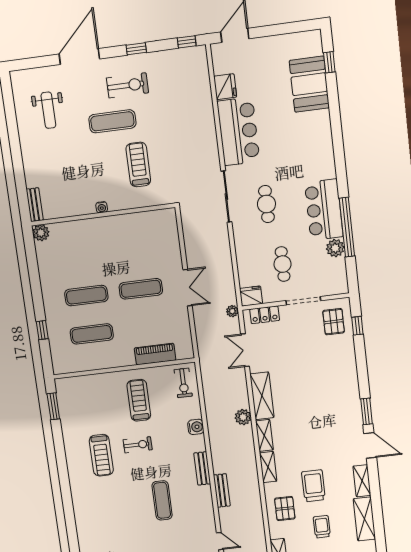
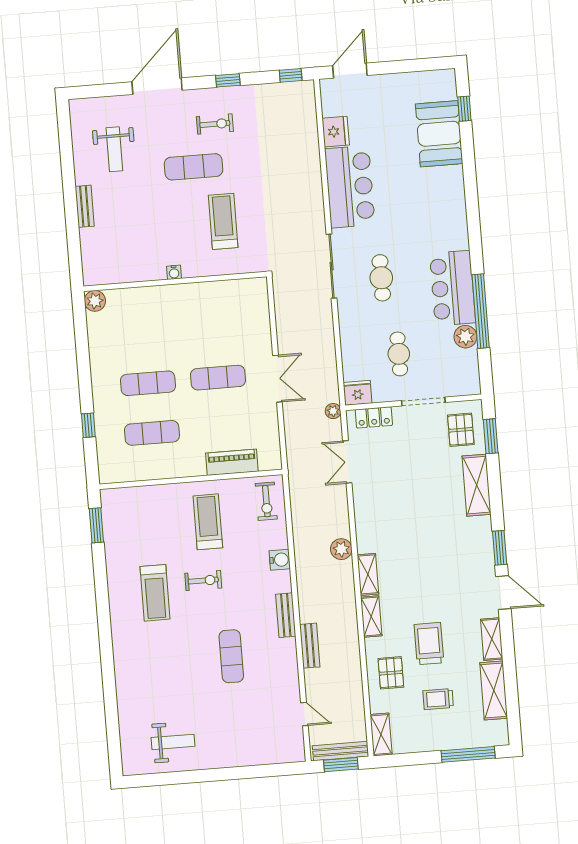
exercise bike: (128, 85) -> (215, 124), width x0.73, depth x0.72
bench: (35, 205) -> (85, 206), moved
window: (357, 326) -> (491, 436), width x1.50
shelving: (262, 396) -> (477, 485), moved
trolley: (322, 527) -> (438, 699), turned -90

